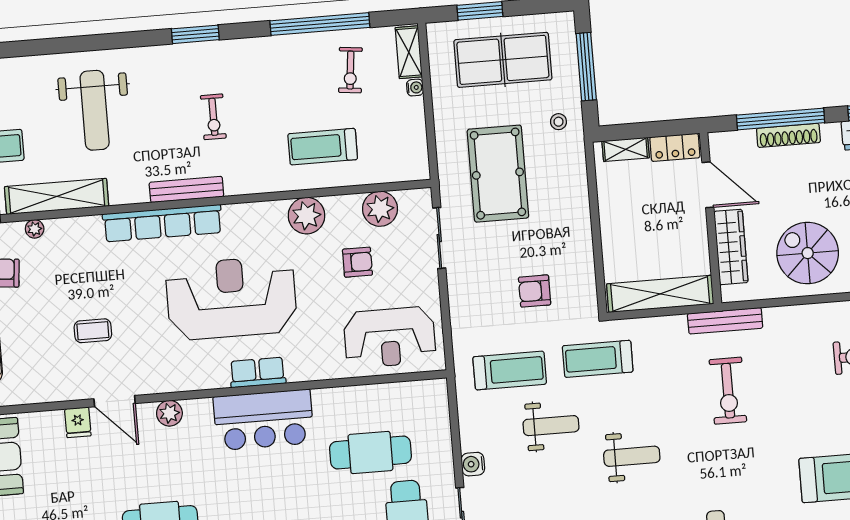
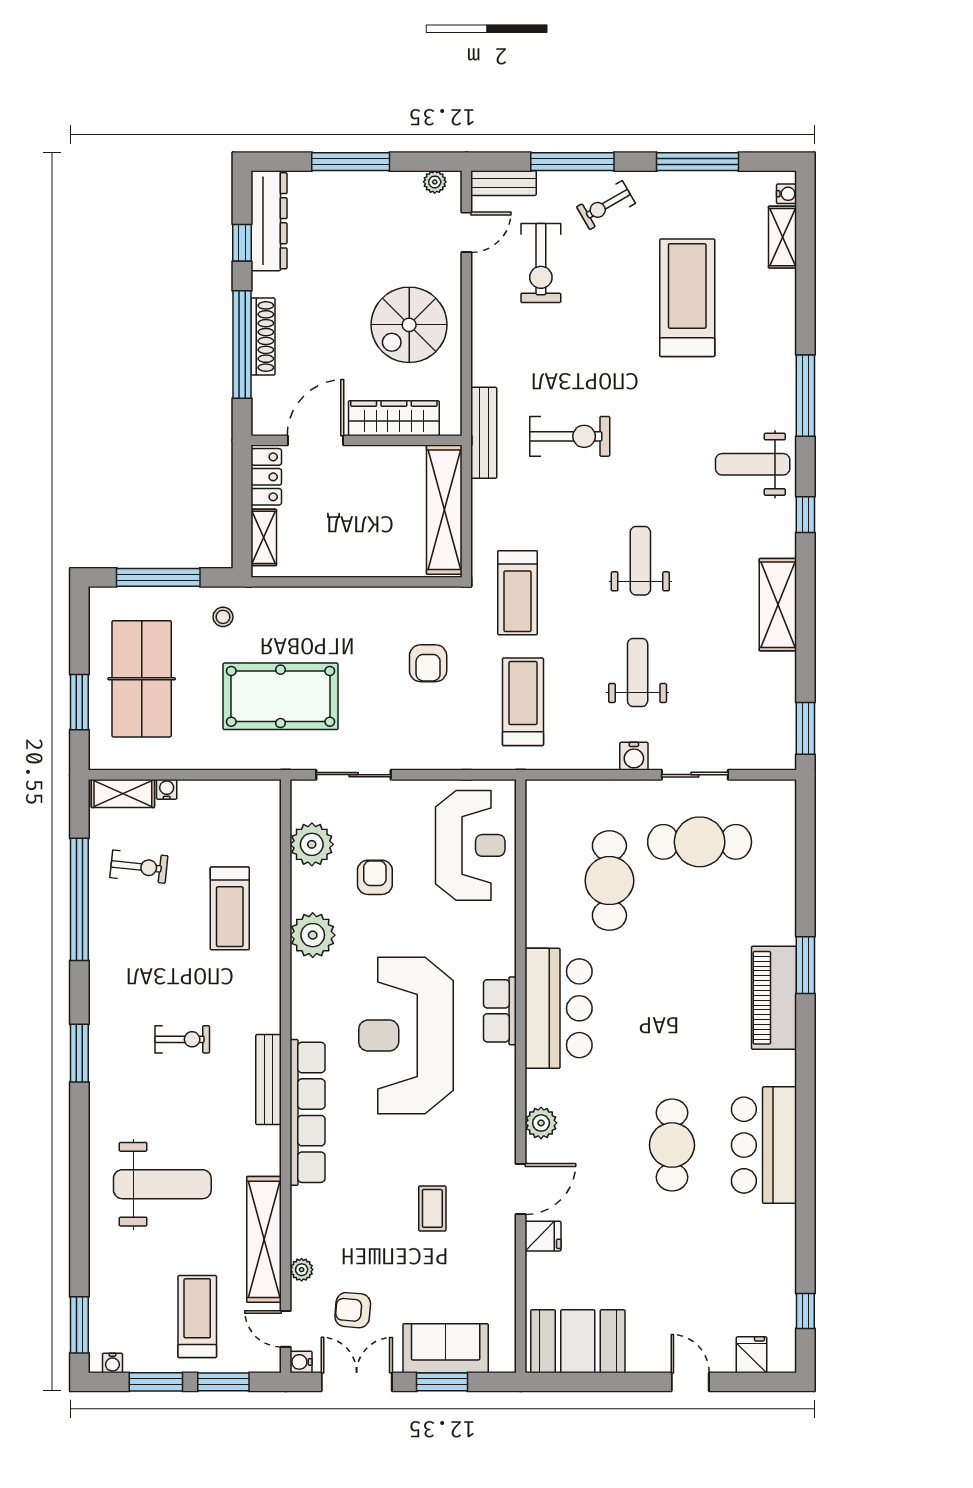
weight bench: (551, 426) -> (638, 672), moved

